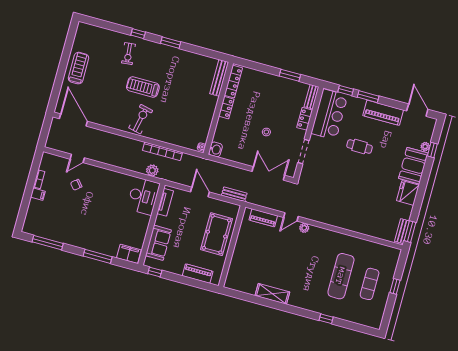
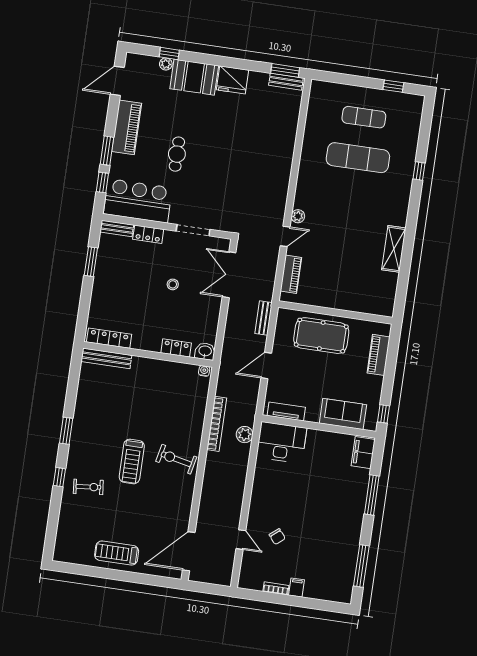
locker: (226, 108) -> (176, 348), moved
door: (291, 217) -> (285, 236), hinge flipped
window: (395, 286) -> (393, 86), moved

